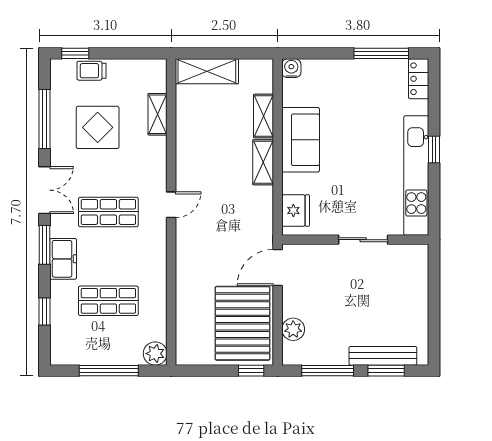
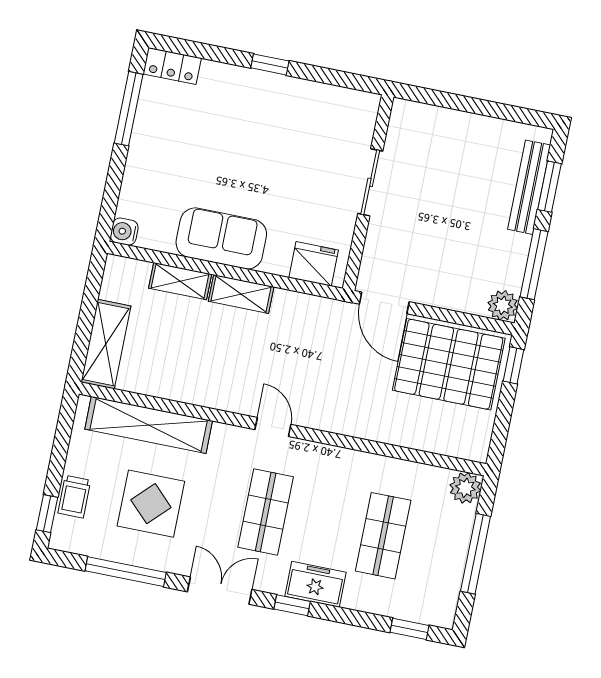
shelving: (158, 114) -> (149, 425), width x2.20, depth x1.33
kitchen unit: (416, 175) -> (300, 95), removed
window: (45, 245) -> (292, 605), width x0.67
window: (45, 311) -> (410, 629), moved
plant: (293, 329) -> (503, 305), moved

